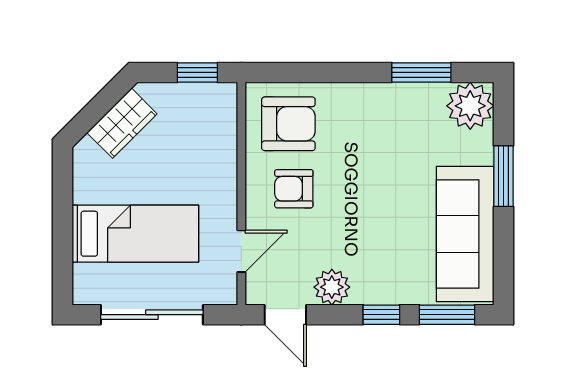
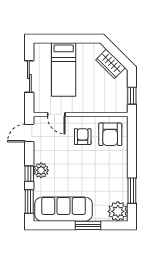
plant: (332, 287) -> (41, 170), moved
sliding door: (152, 315) -> (29, 76), width x0.73

